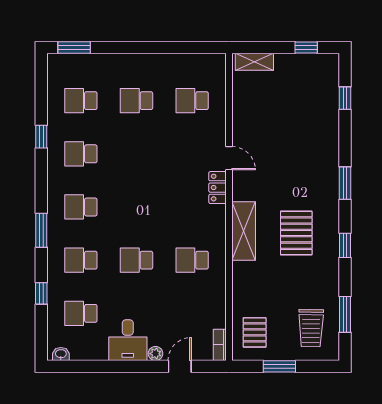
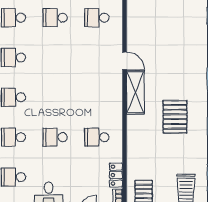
locker: (218, 188) -> (116, 175), moved
shelving: (244, 231) -> (135, 92), moved

